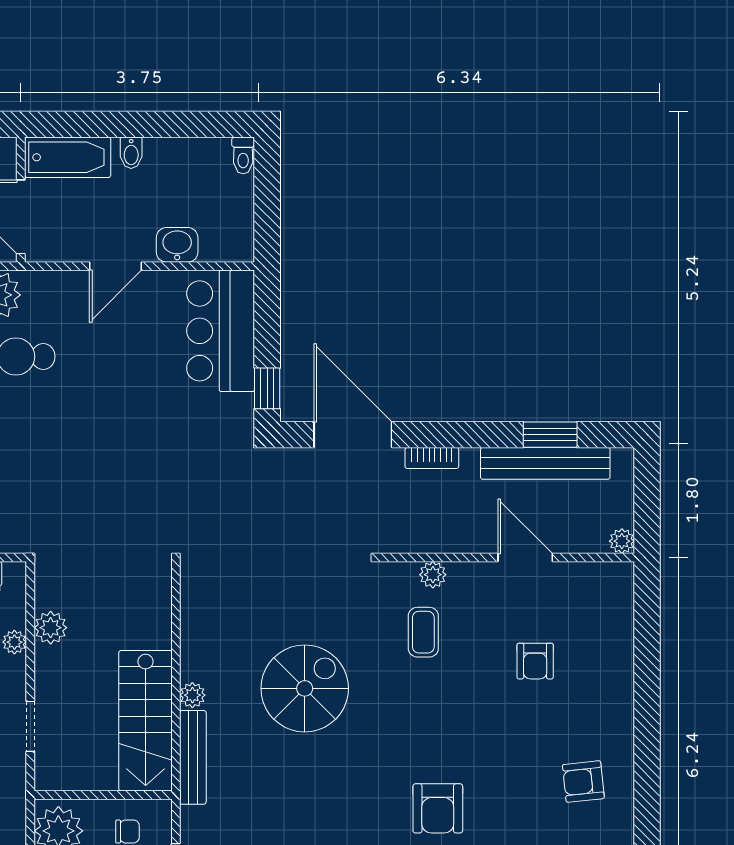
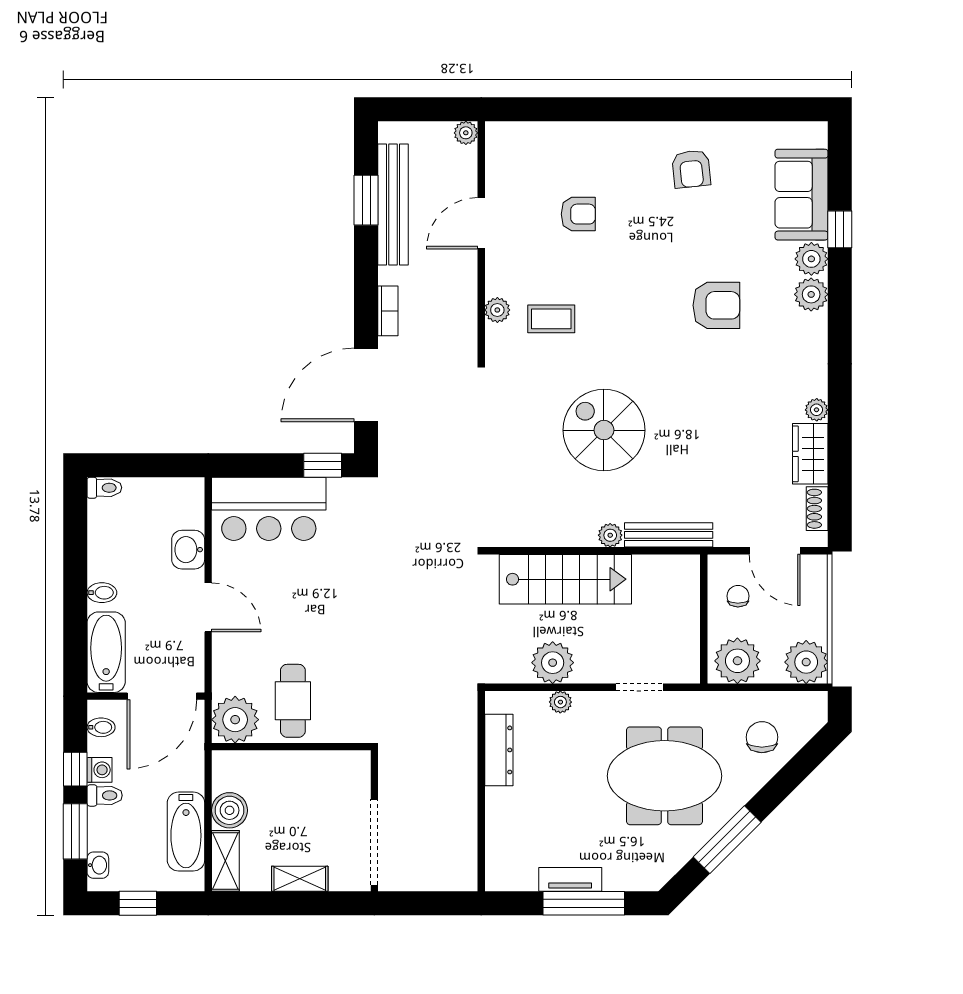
plant: (51, 628) -> (553, 663), width x1.36, depth x1.36
stairs: (146, 721) -> (565, 579), moved

